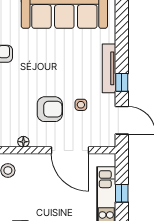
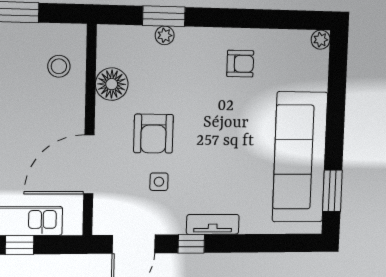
tv unit: (109, 68) -> (213, 224), width x0.71
floor lamp: (23, 142) -> (112, 84), width x1.89, depth x1.89

